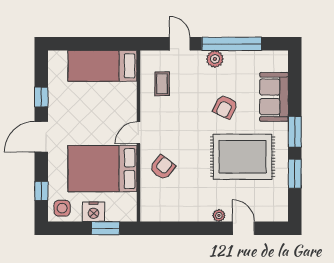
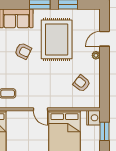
armchair: (163, 167) -> (82, 83), moved
nightstand: (94, 212) -> (93, 118), moved

